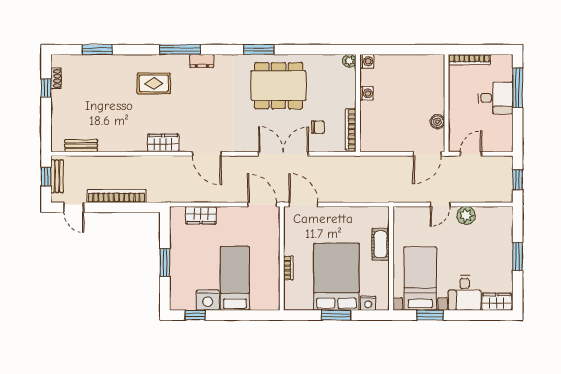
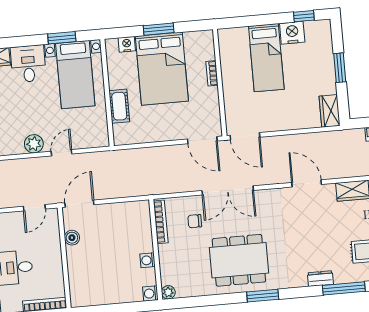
wardrobe: (201, 215) -> (330, 111), moved, turned -90

